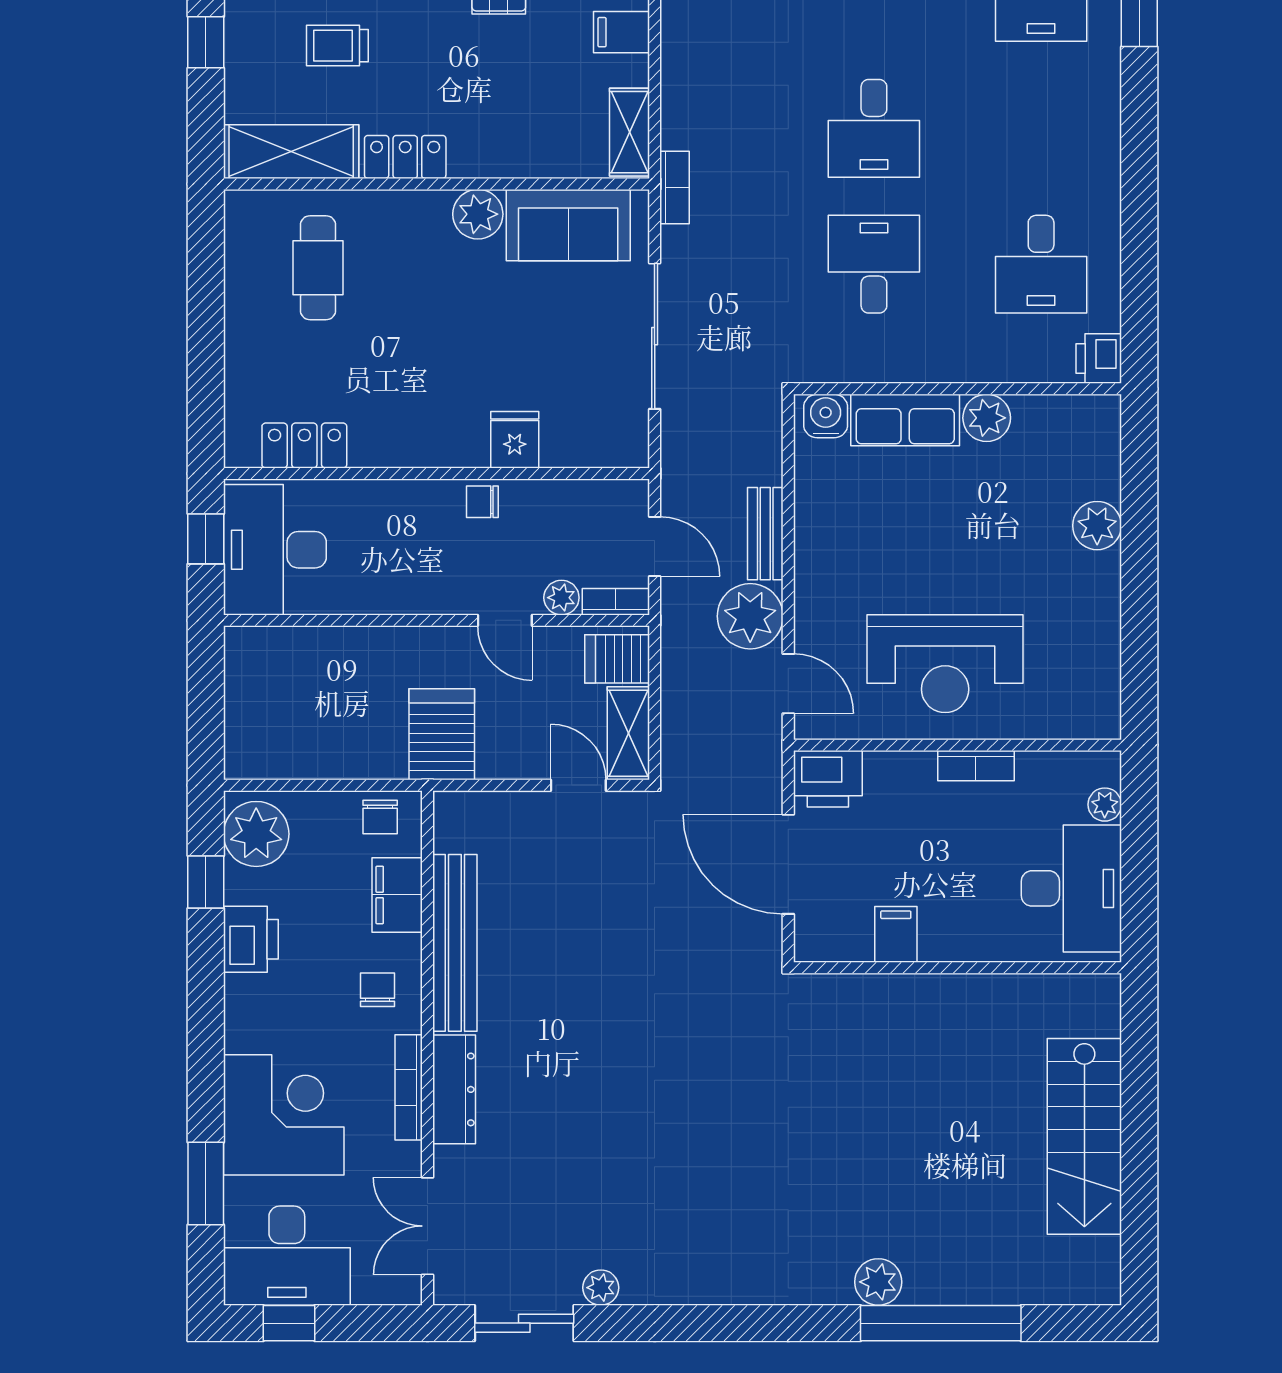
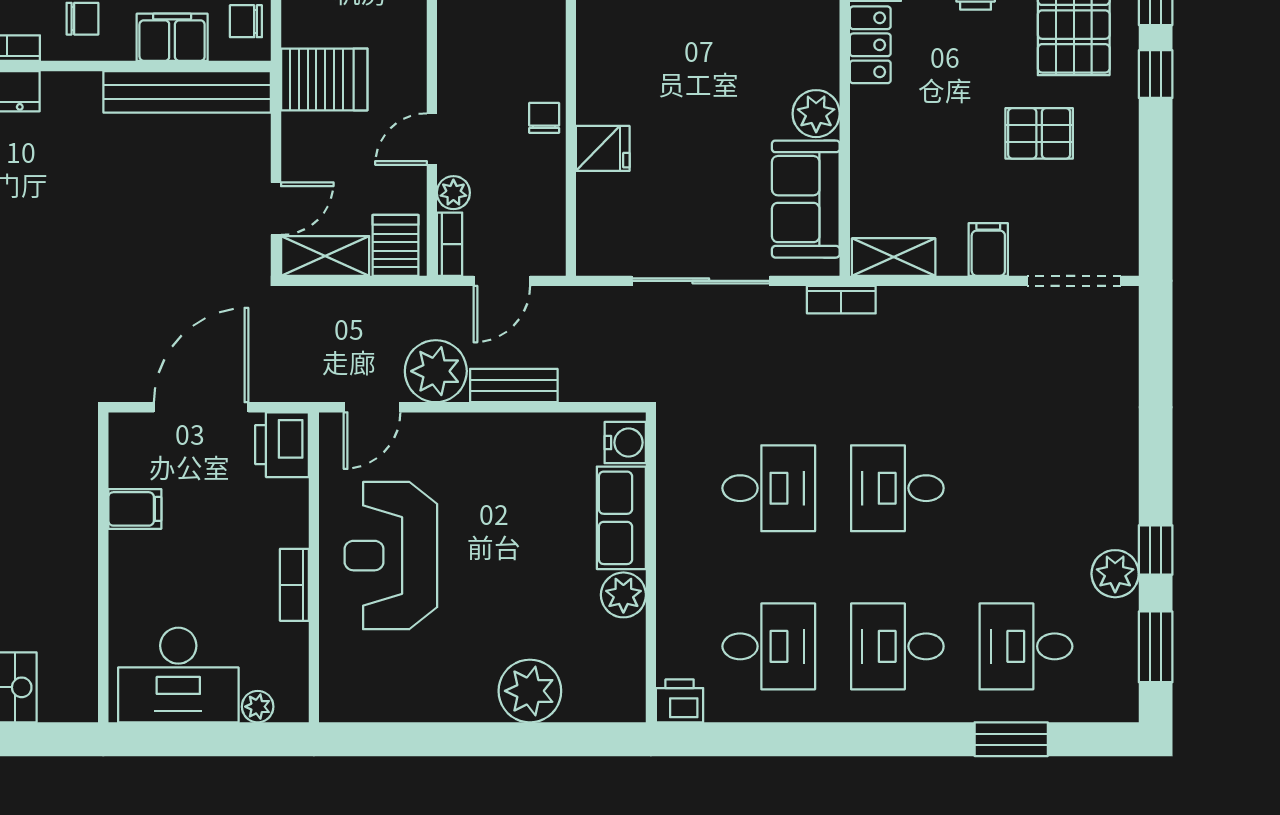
desk: (1041, 128) -> (897, 646), added
desk: (1041, 264) -> (769, 646), turned 180
plant: (1097, 526) -> (530, 691), width x1.36, depth x1.36
bench: (455, 943) -> (187, 92), moved

